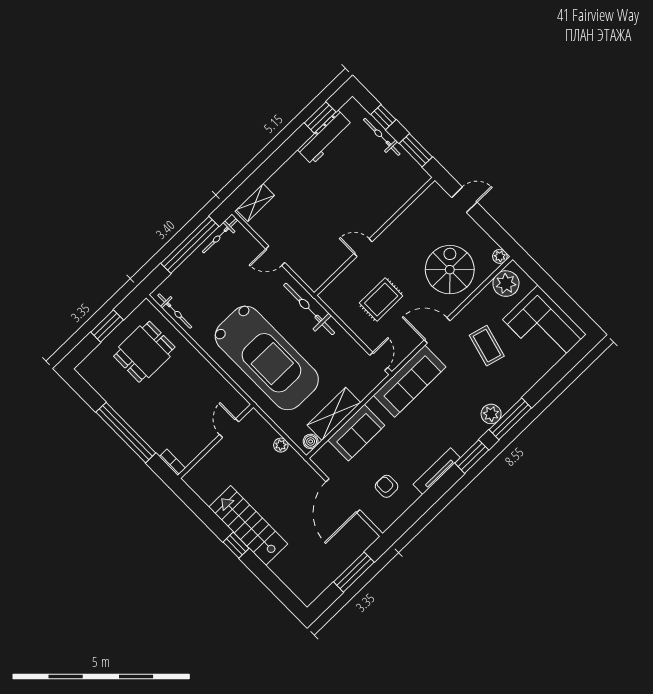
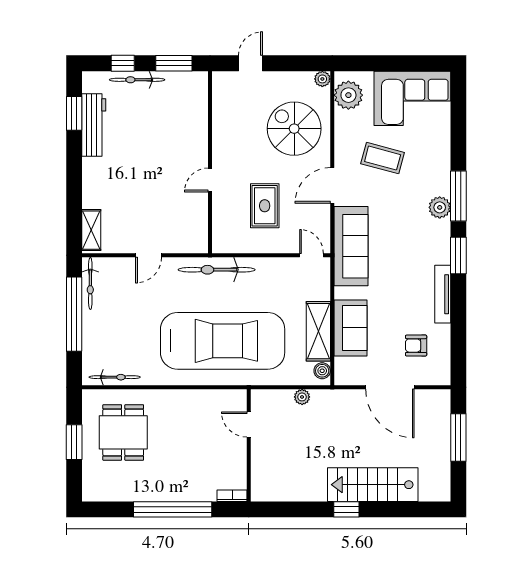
stairs: (248, 525) -> (373, 485), moved

